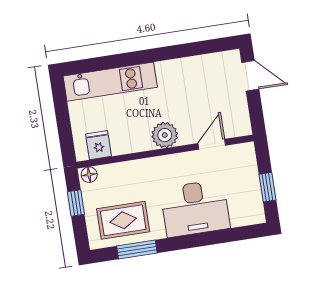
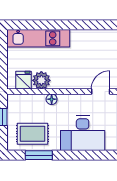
plant: (165, 135) -> (41, 80), moved
floor lamp: (89, 175) -> (52, 99), moved

